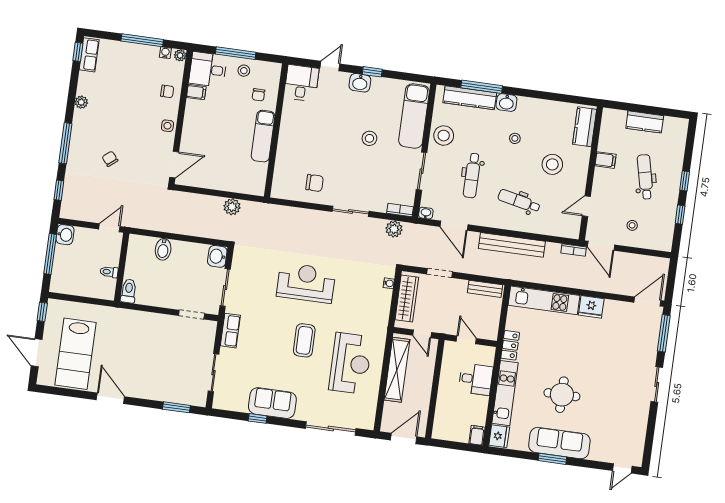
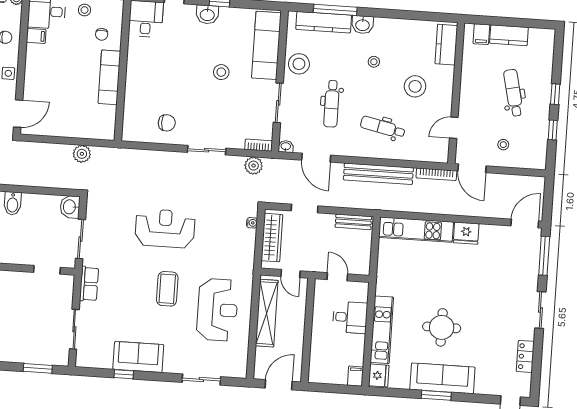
filing cabinet: (605, 160) -> (481, 34), moved, turned 90
bookcase: (574, 250) -> (436, 174), width x1.56
locker: (510, 345) -> (525, 356), moved, turned 180
sliding door: (331, 428) -> (201, 379), width x0.73

